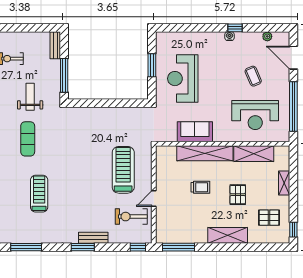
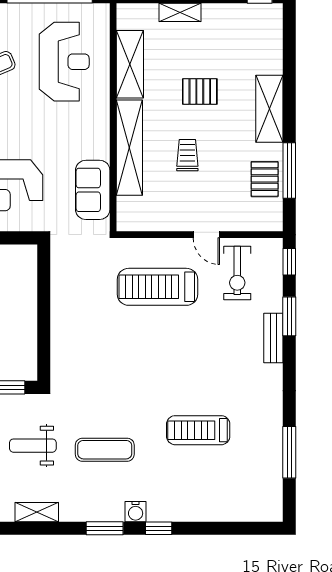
sofa: (195, 132) -> (93, 190), moved
pallet: (269, 218) -> (265, 179), moved
window: (83, 247) -> (289, 316), moved
window: (179, 247) -> (289, 170), moved

